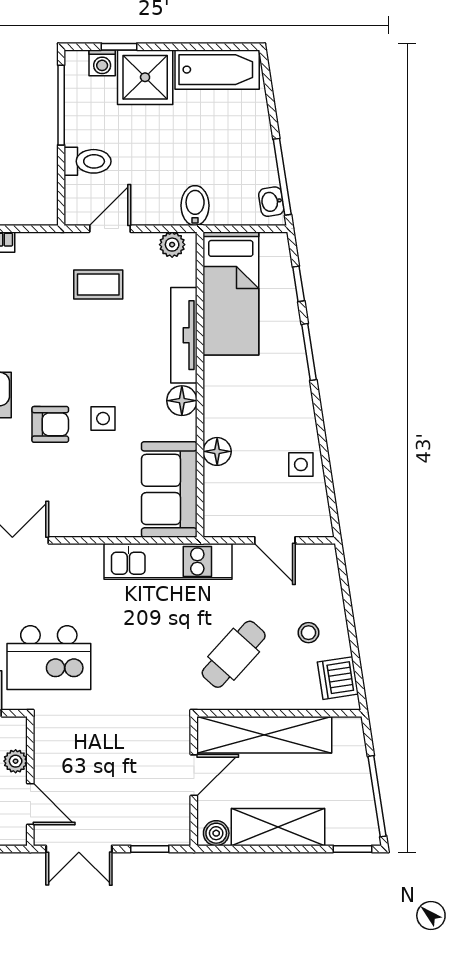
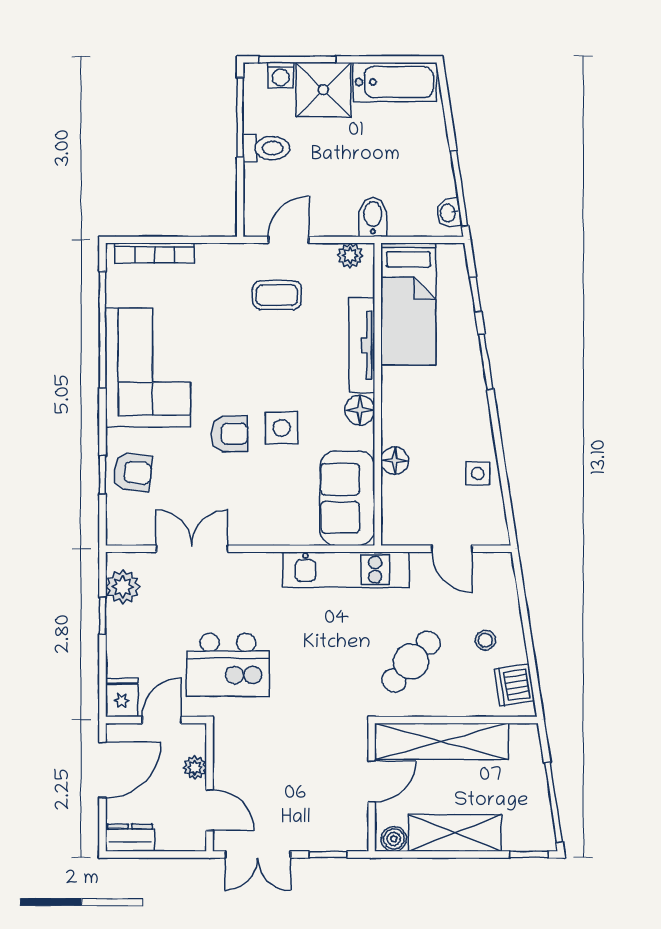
window: (119, 47) -> (298, 59), width x2.17
toilet: (88, 161) -> (266, 148), moved
side table: (103, 419) -> (282, 428), width x1.37, depth x1.37

